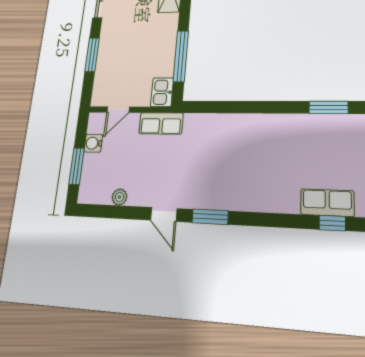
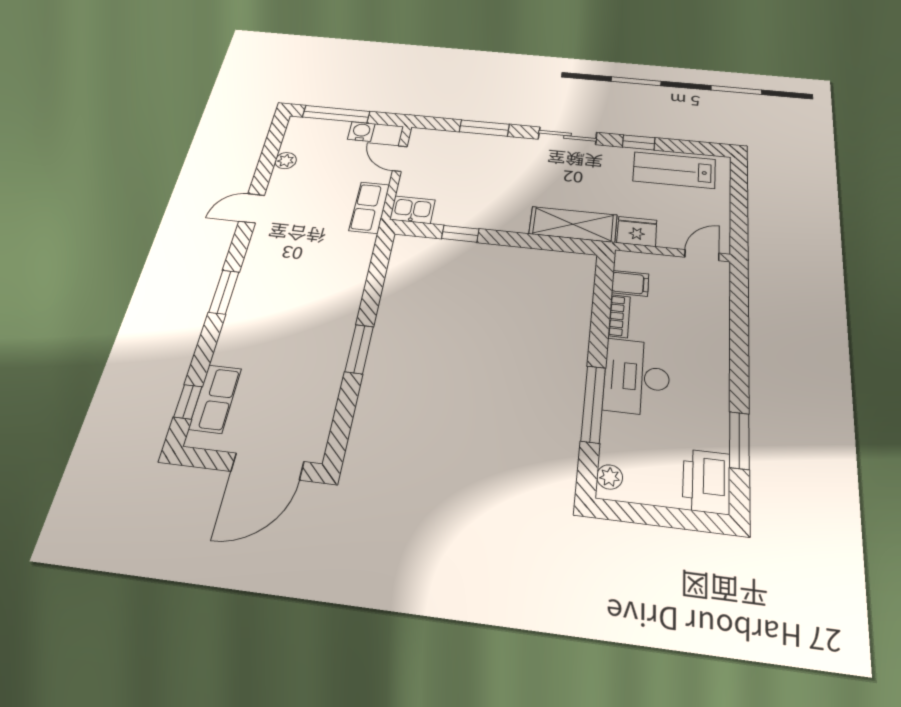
window: (181, 56) -> (460, 234), width x0.46
window: (328, 107) -> (359, 349), moved
window: (77, 166) -> (336, 114), width x1.44
window: (210, 217) -> (224, 292), moved

